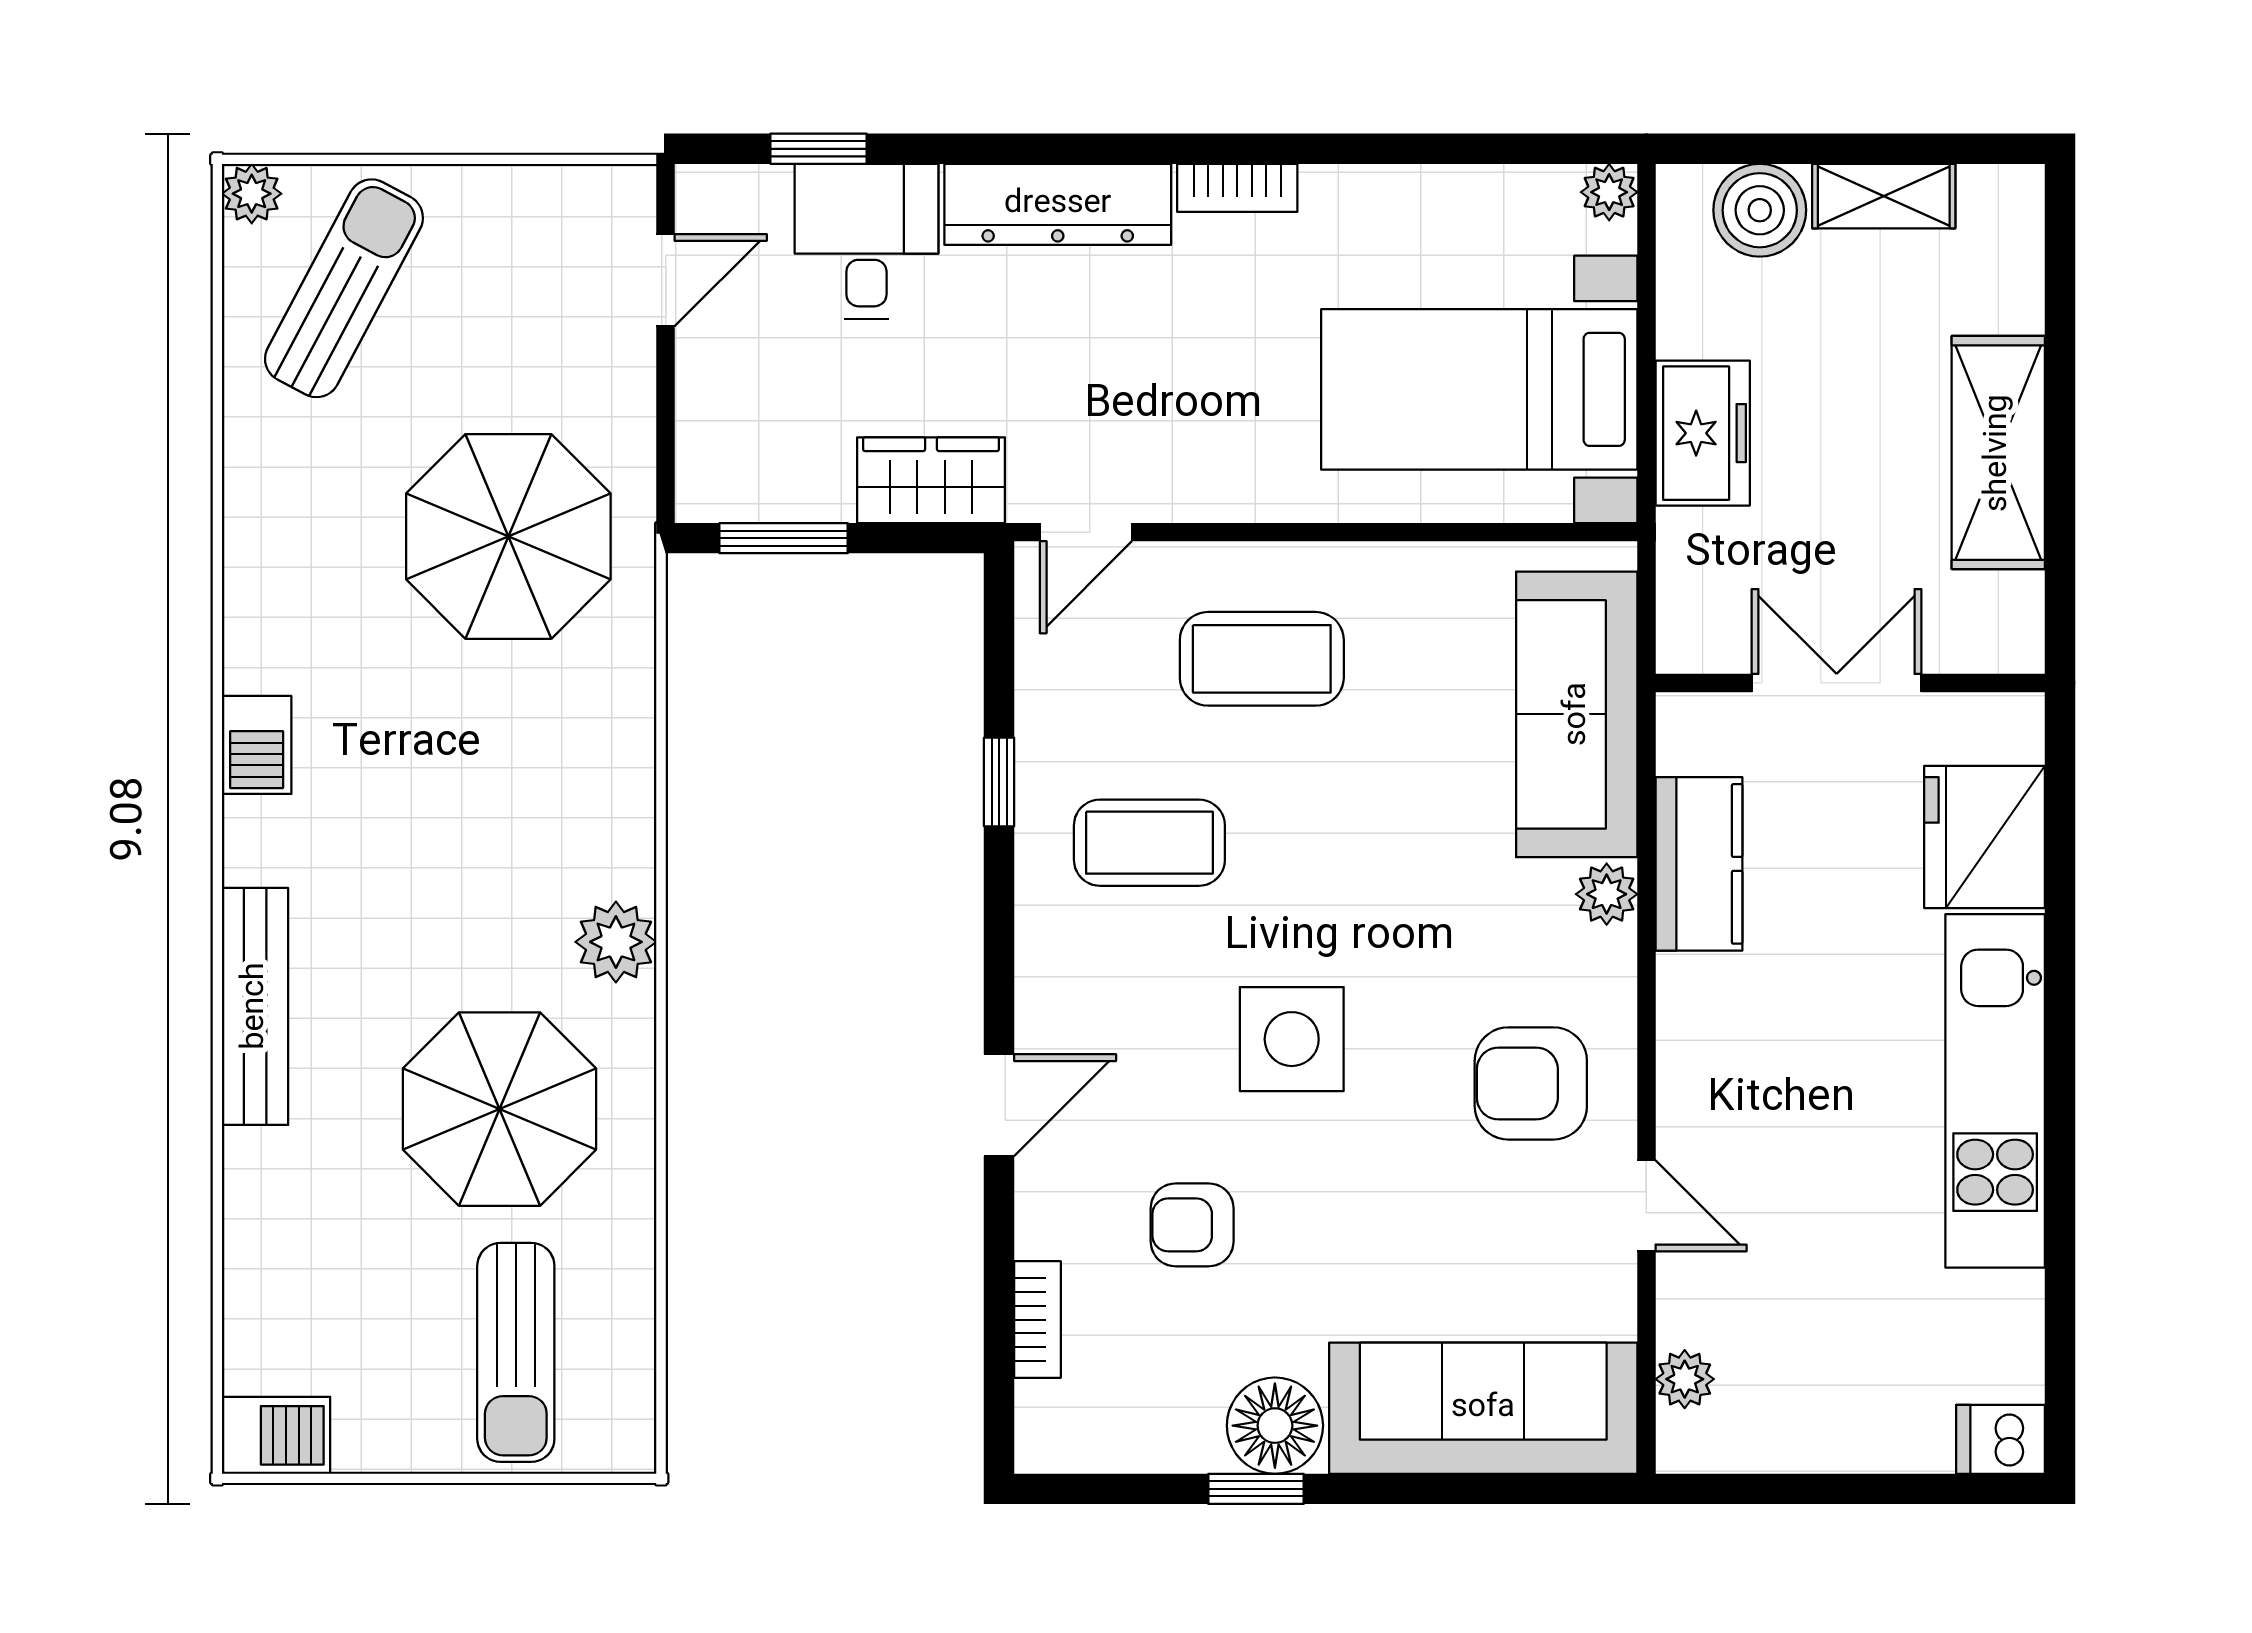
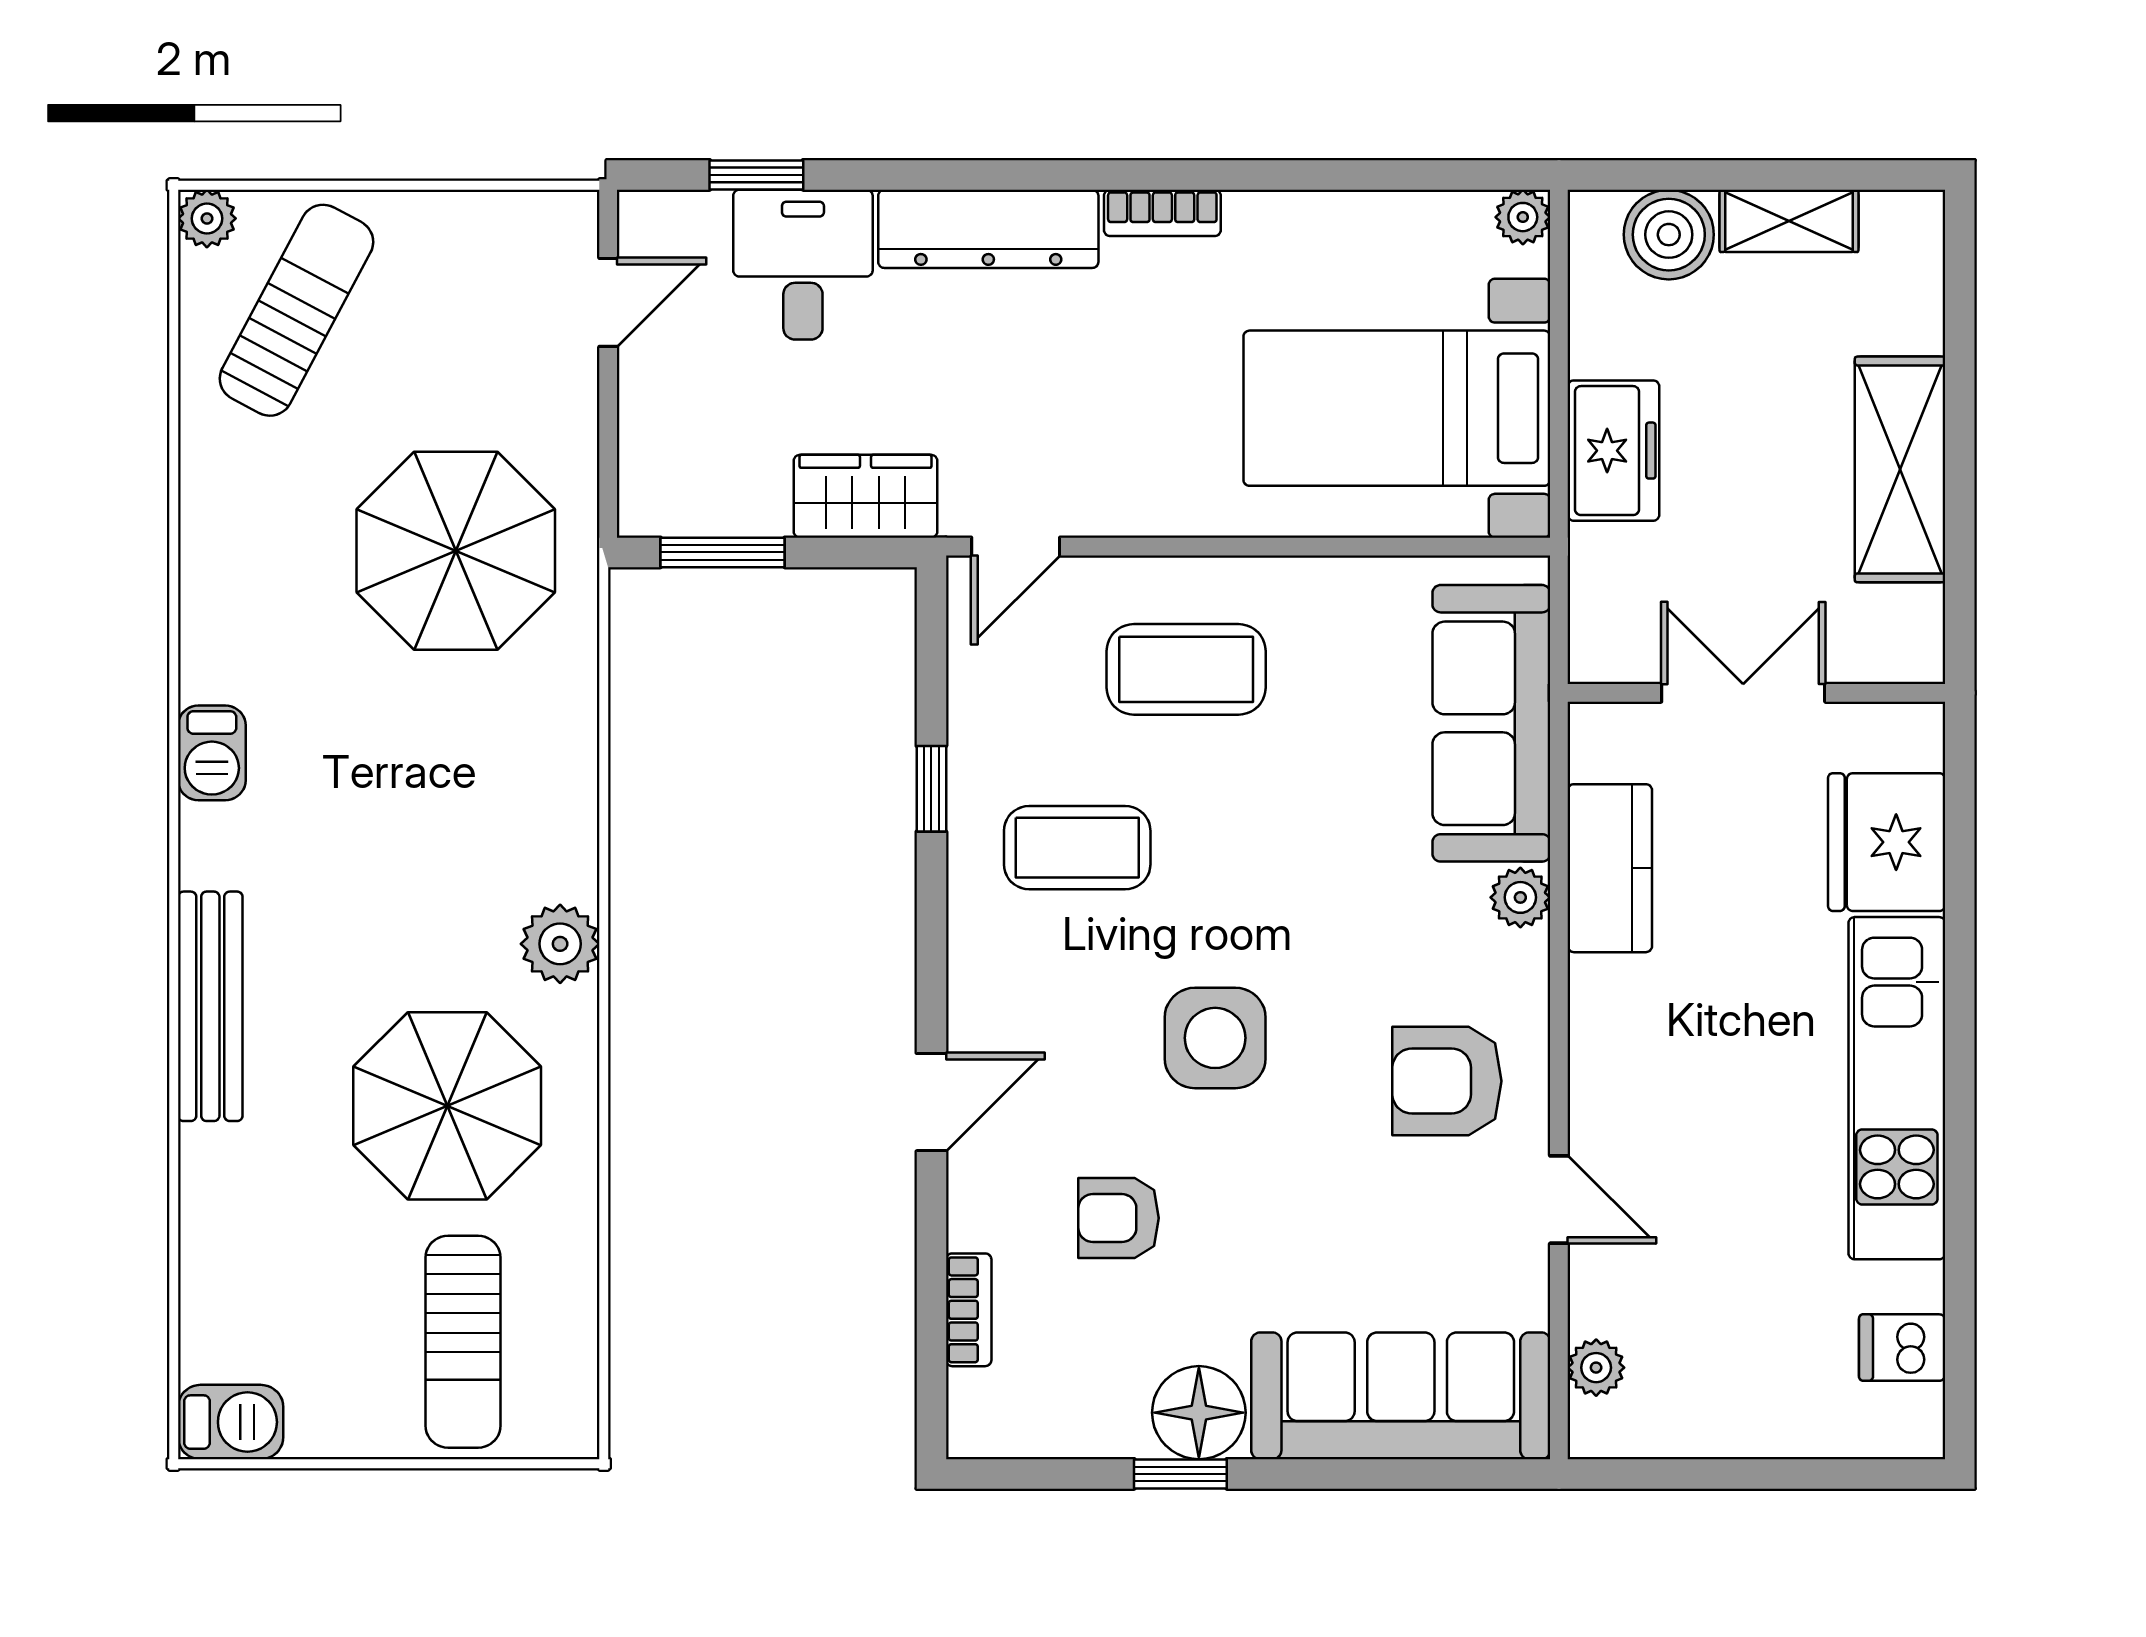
dishwasher: (2000, 1439) -> (1902, 1348), moved

